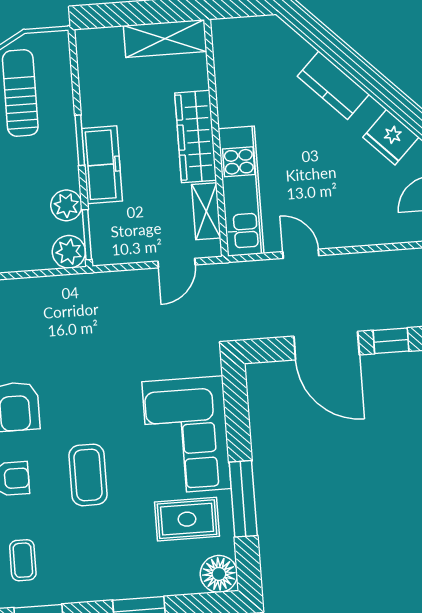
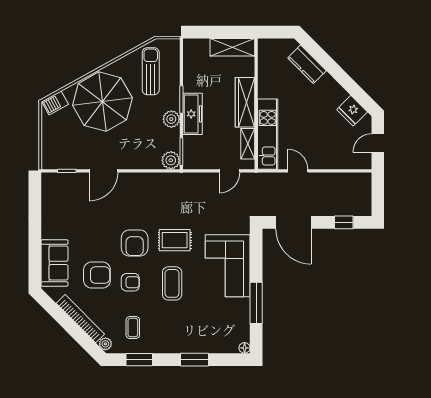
kitchen counter: (333, 85) -> (307, 64), moved
plant: (66, 205) -> (171, 119), moved
door: (327, 346) -> (293, 222), moved
rug: (187, 519) -> (175, 240), moved
floor lamp: (219, 574) -> (245, 348), width x0.53, depth x0.53

